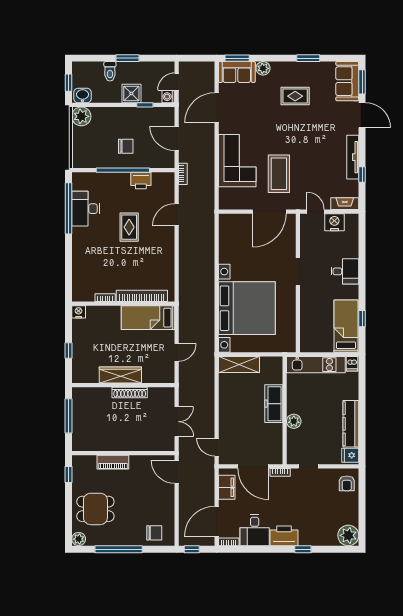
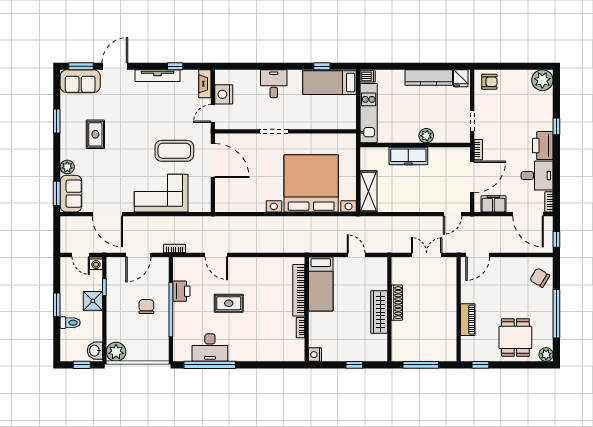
chair: (154, 533) -> (540, 278), turned -59

